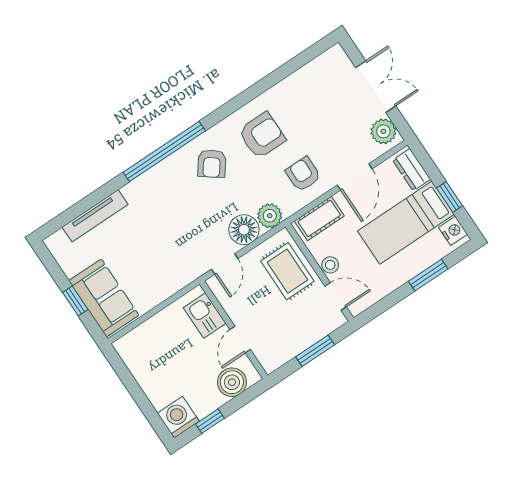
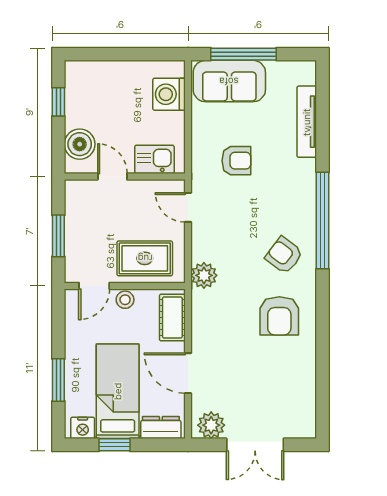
armchair: (303, 174) -> (236, 161), moved
floor lamp: (244, 230) -> (207, 245), removed
window: (75, 301) -> (243, 54), width x2.17
washing machine: (178, 417) -> (169, 94), moved, turned 180

